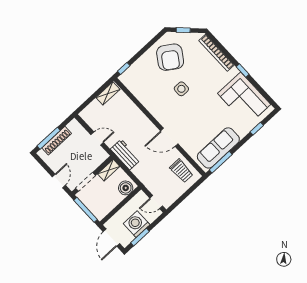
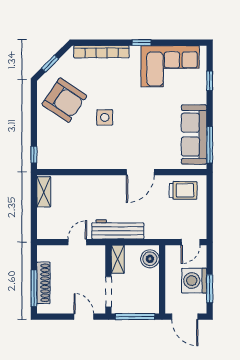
workbench: (125, 155) -> (118, 229), width x1.38

